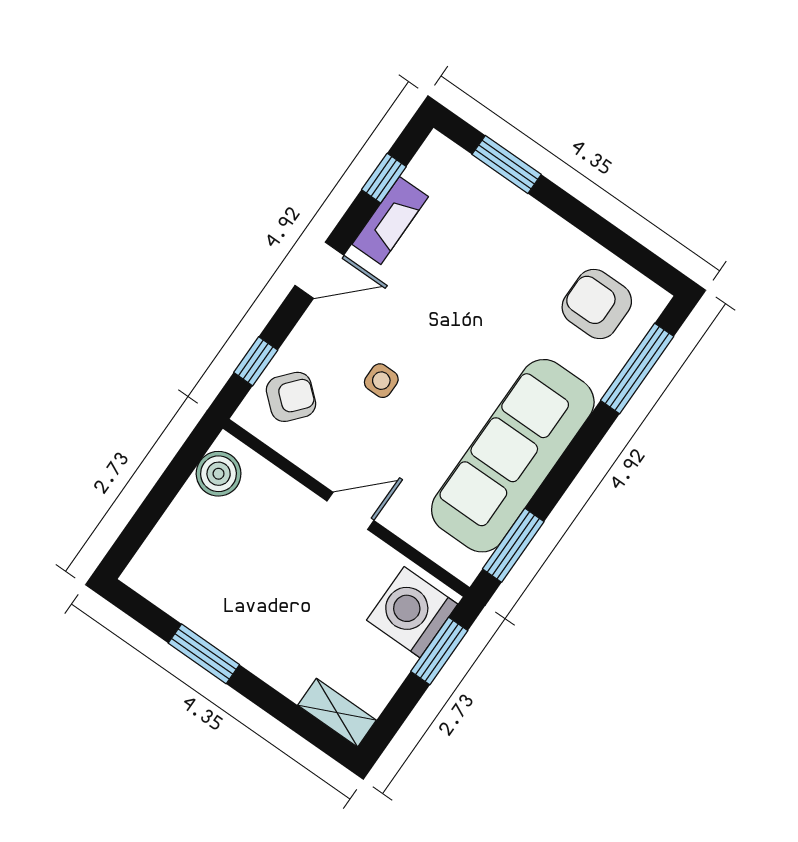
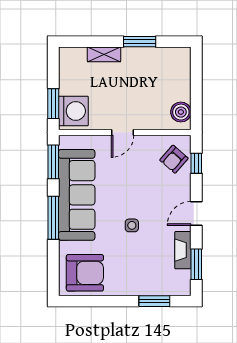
window: (384, 178) -> (196, 264), width x1.50
armchair: (597, 304) -> (85, 273), width x1.36, depth x1.36
window: (637, 368) -> (53, 218), moved
side table: (381, 381) -> (132, 225), moved
shelving: (337, 713) -> (104, 54), moved

